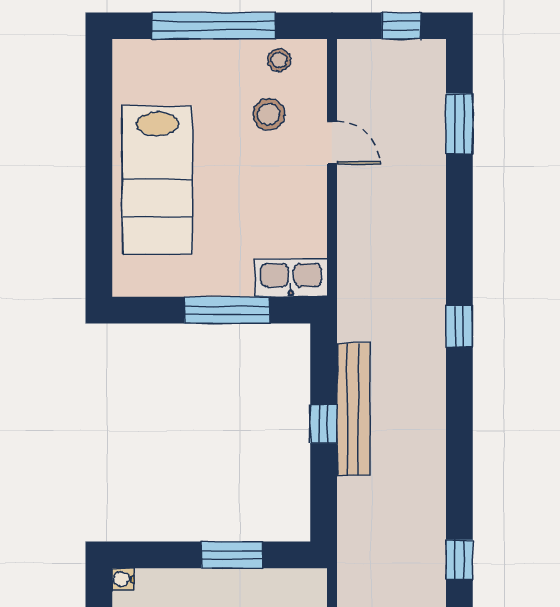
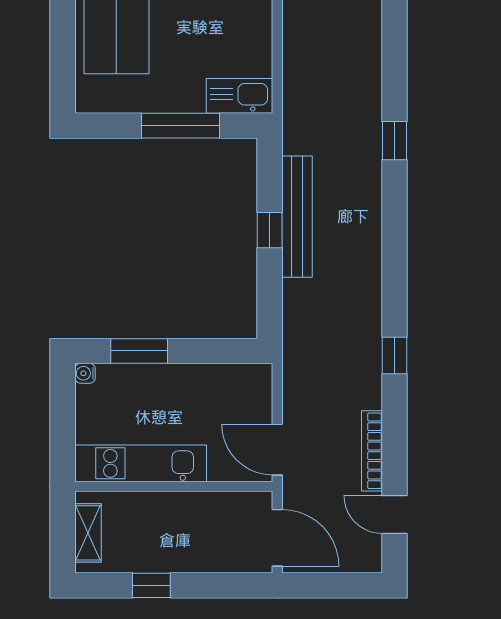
window: (232, 555) -> (139, 351), moved

